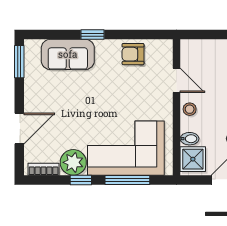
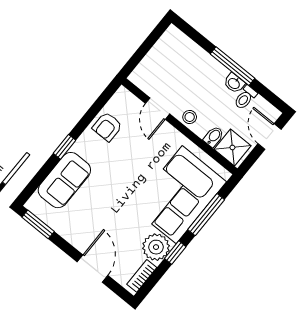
door: (177, 80) -> (158, 109), swing flipped

